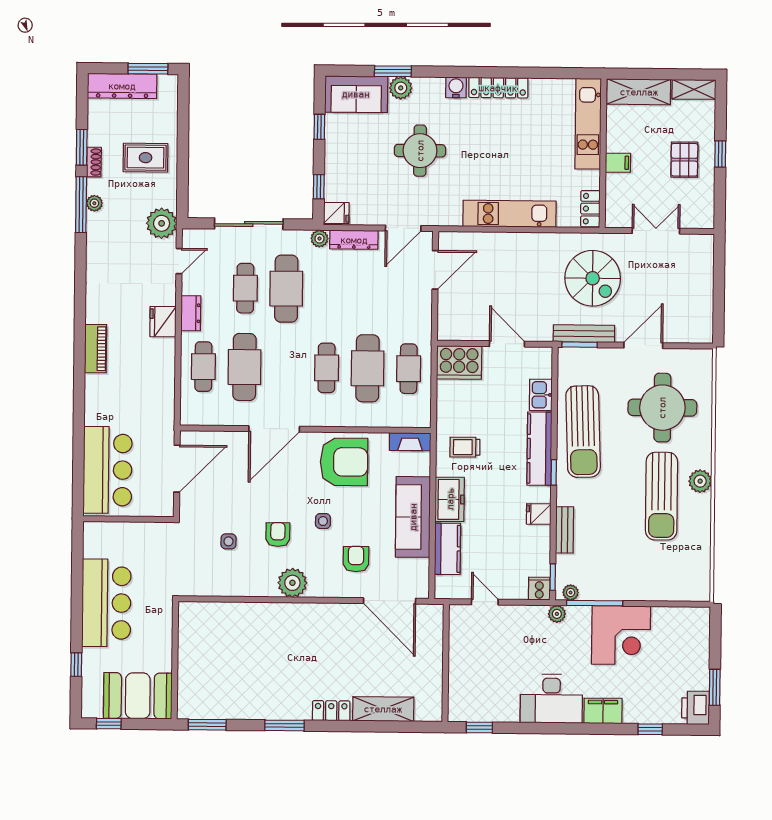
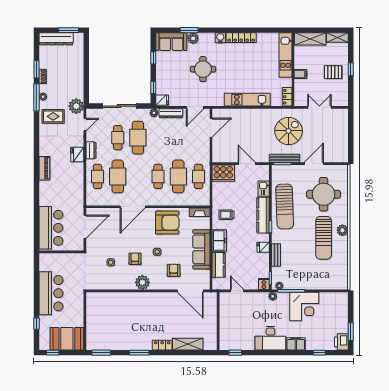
rug: (146, 158) -> (53, 116), moved
pallet: (684, 160) -> (333, 72), turned 90
spiral stairs: (593, 278) -> (289, 131), turned -90

